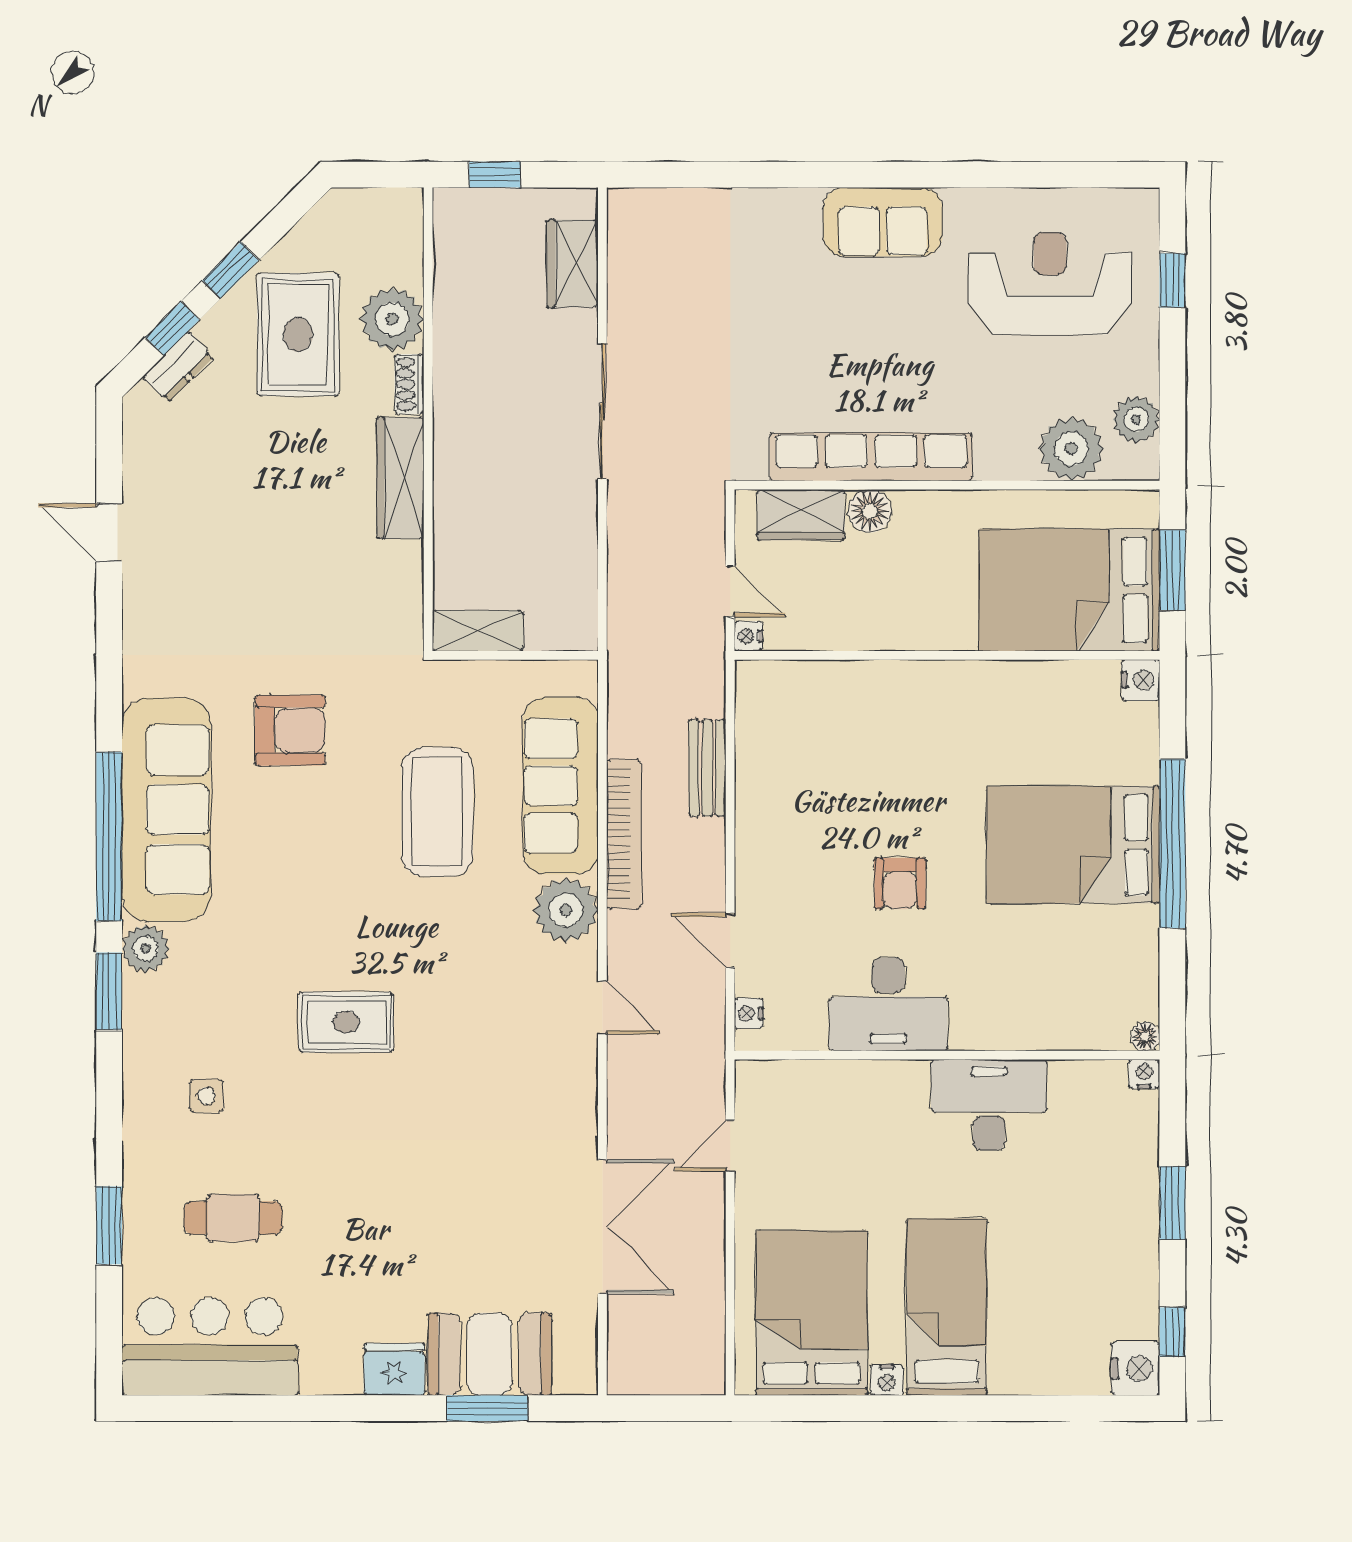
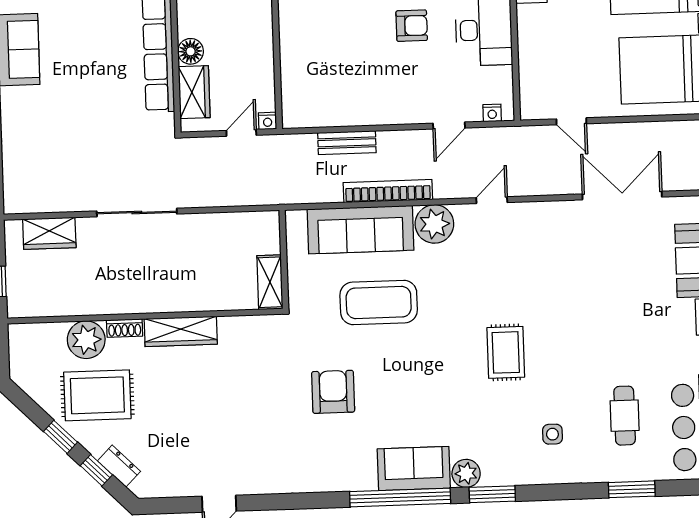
sofa: (166, 810) -> (414, 469), width x0.54, depth x0.79

